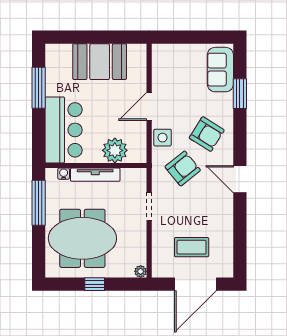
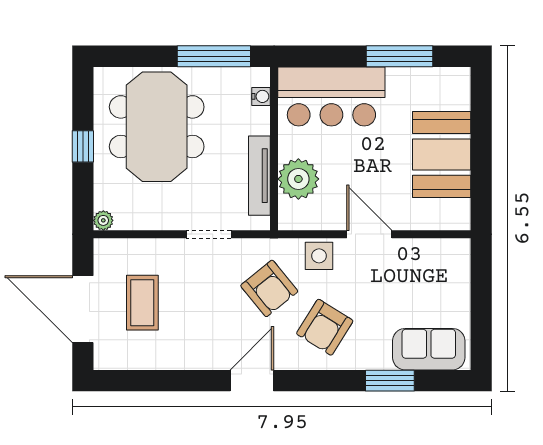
tv unit: (95, 175) -> (259, 176), moved

